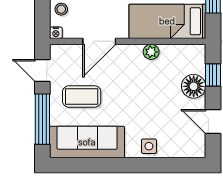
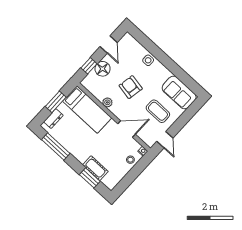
armchair: (140, 95) -> (131, 87), added
window: (42, 119) -> (185, 117), removed
sofa: (87, 142) -> (179, 92), width x0.73

